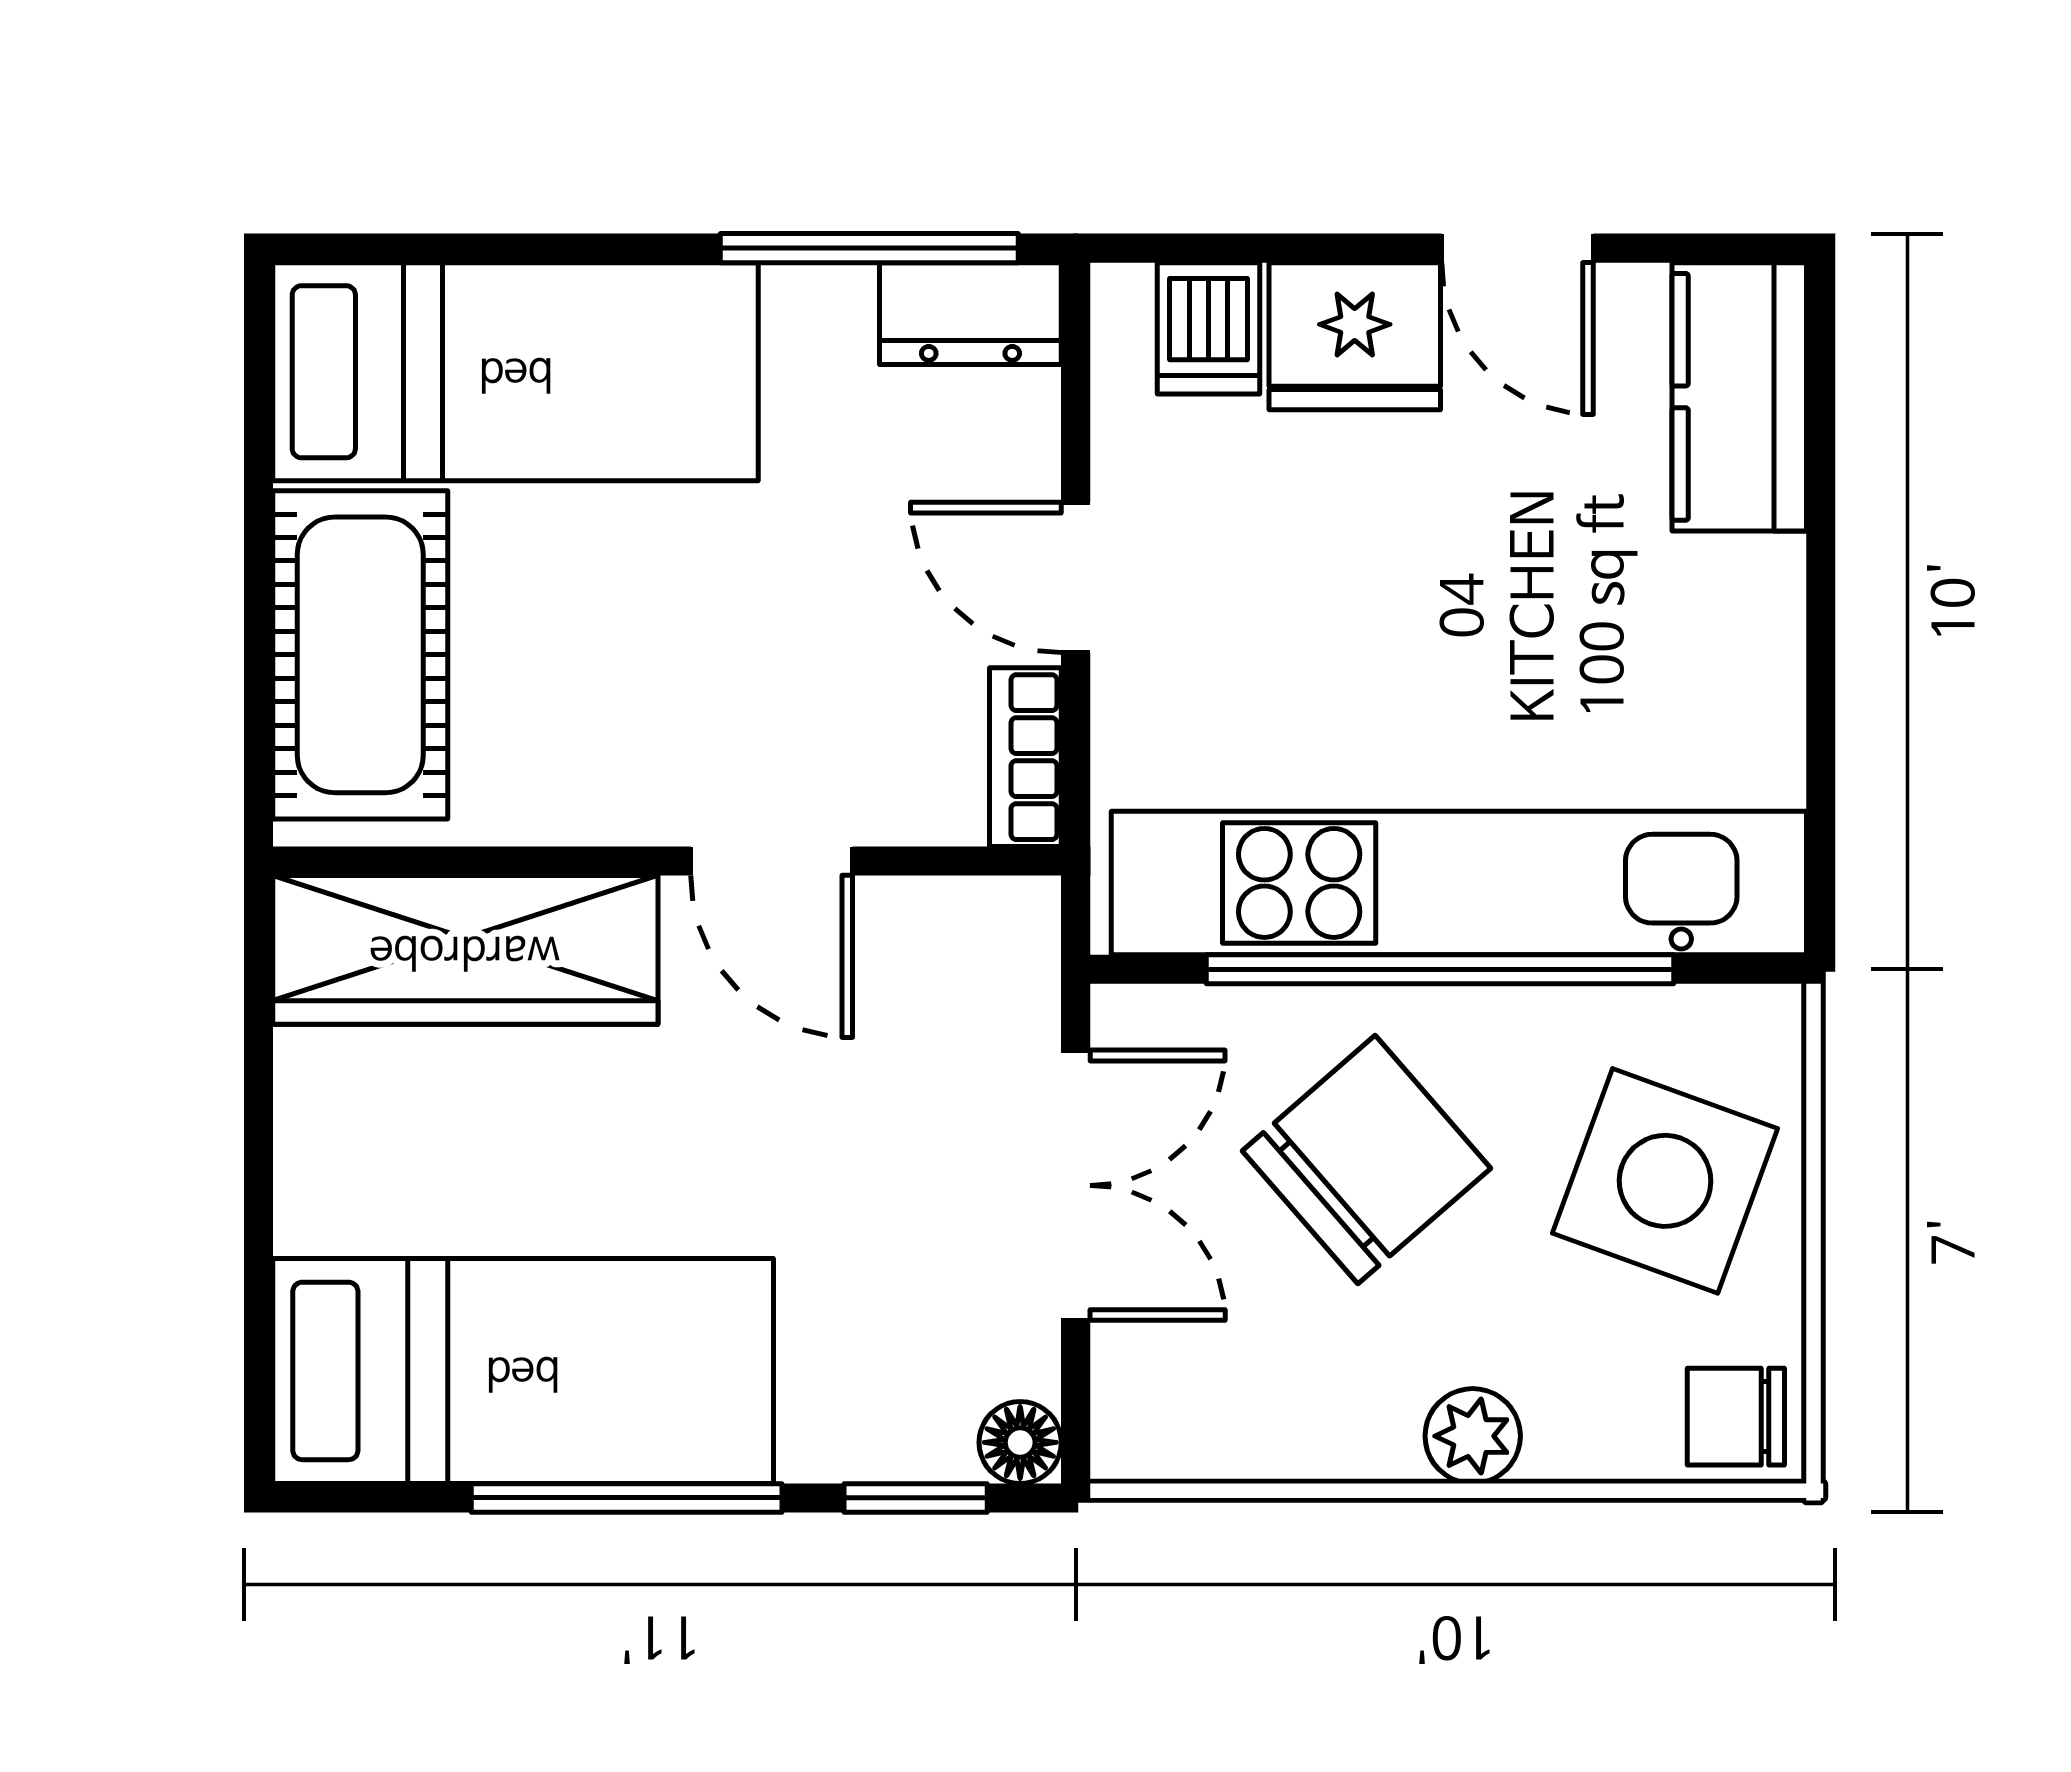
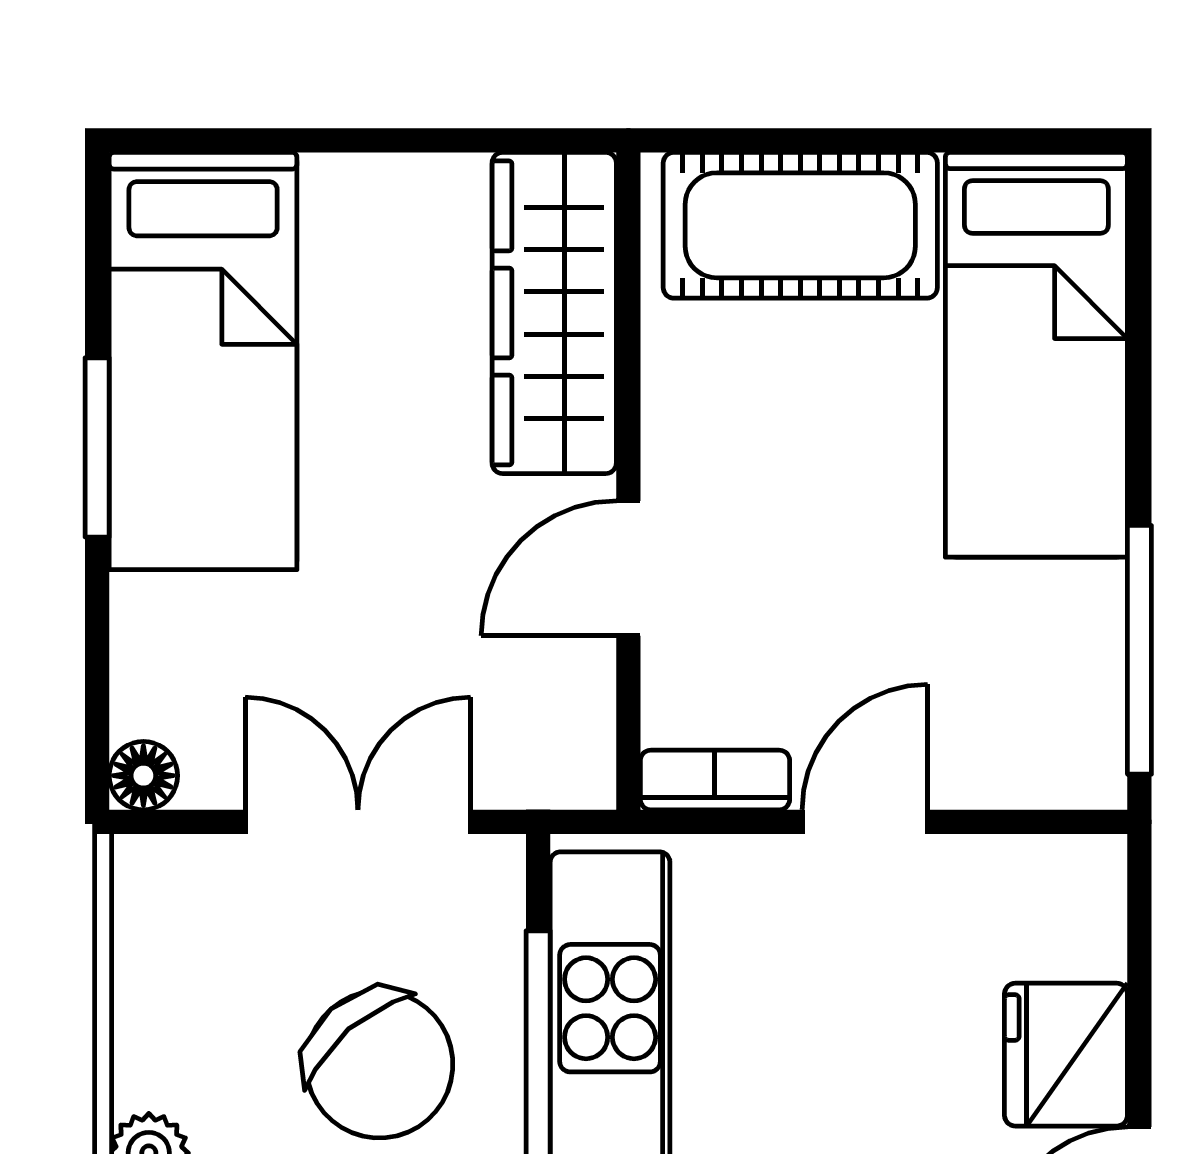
dresser: (970, 314) -> (1085, 734), removed
dishwasher: (1208, 328) -> (1073, 933), removed
double door: (1076, 1185) -> (358, 822), swing flipped
window: (627, 1498) -> (97, 447), width x0.69
window: (916, 1498) -> (97, 688), removed

